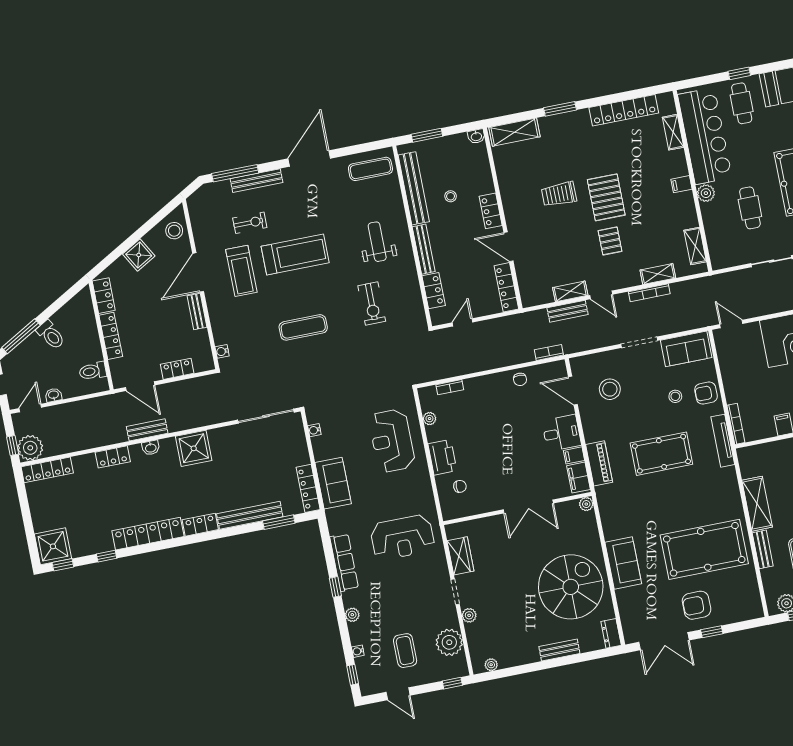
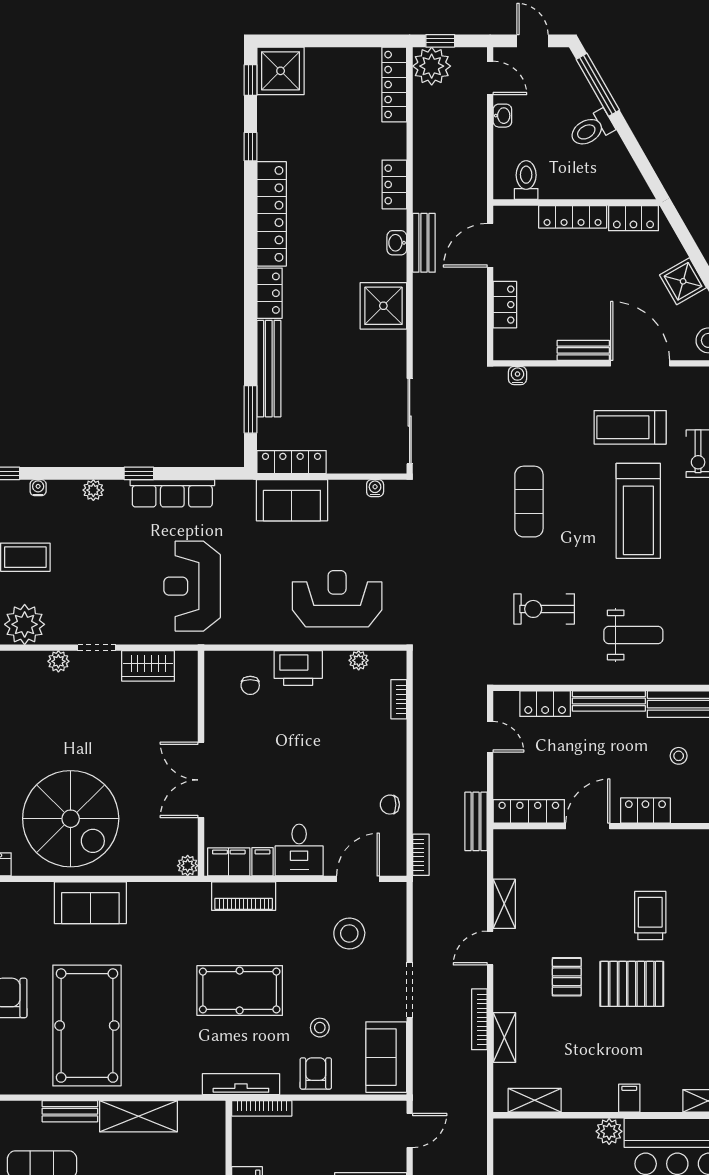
pallet: (610, 241) -> (567, 977), turned 90
bench: (568, 311) -> (476, 821), moved
pool table: (661, 454) -> (240, 990), turned 90

